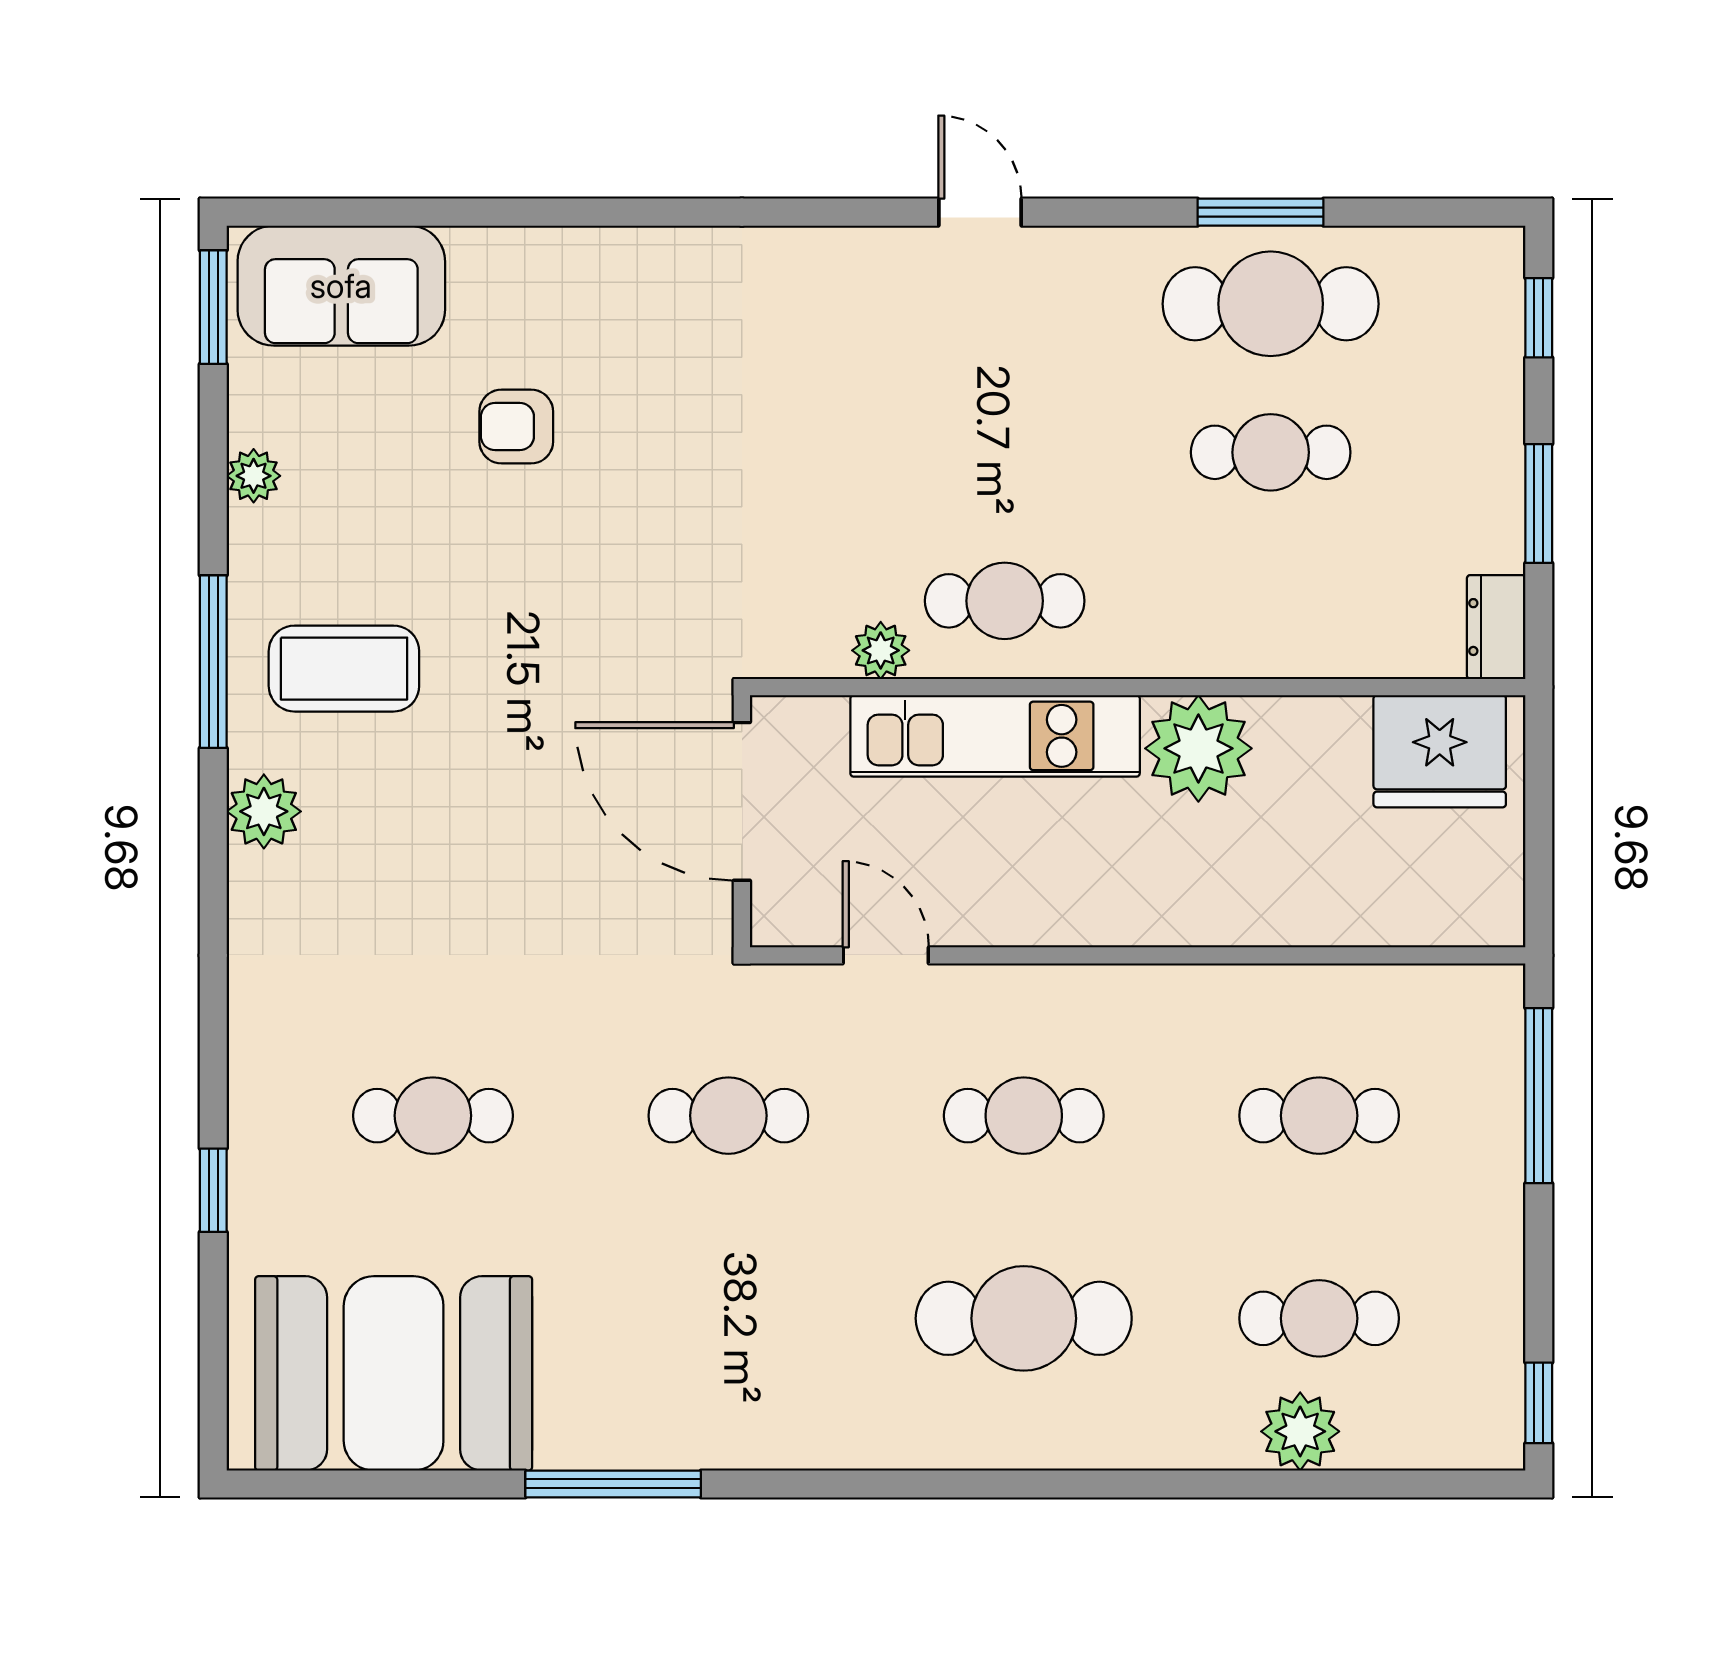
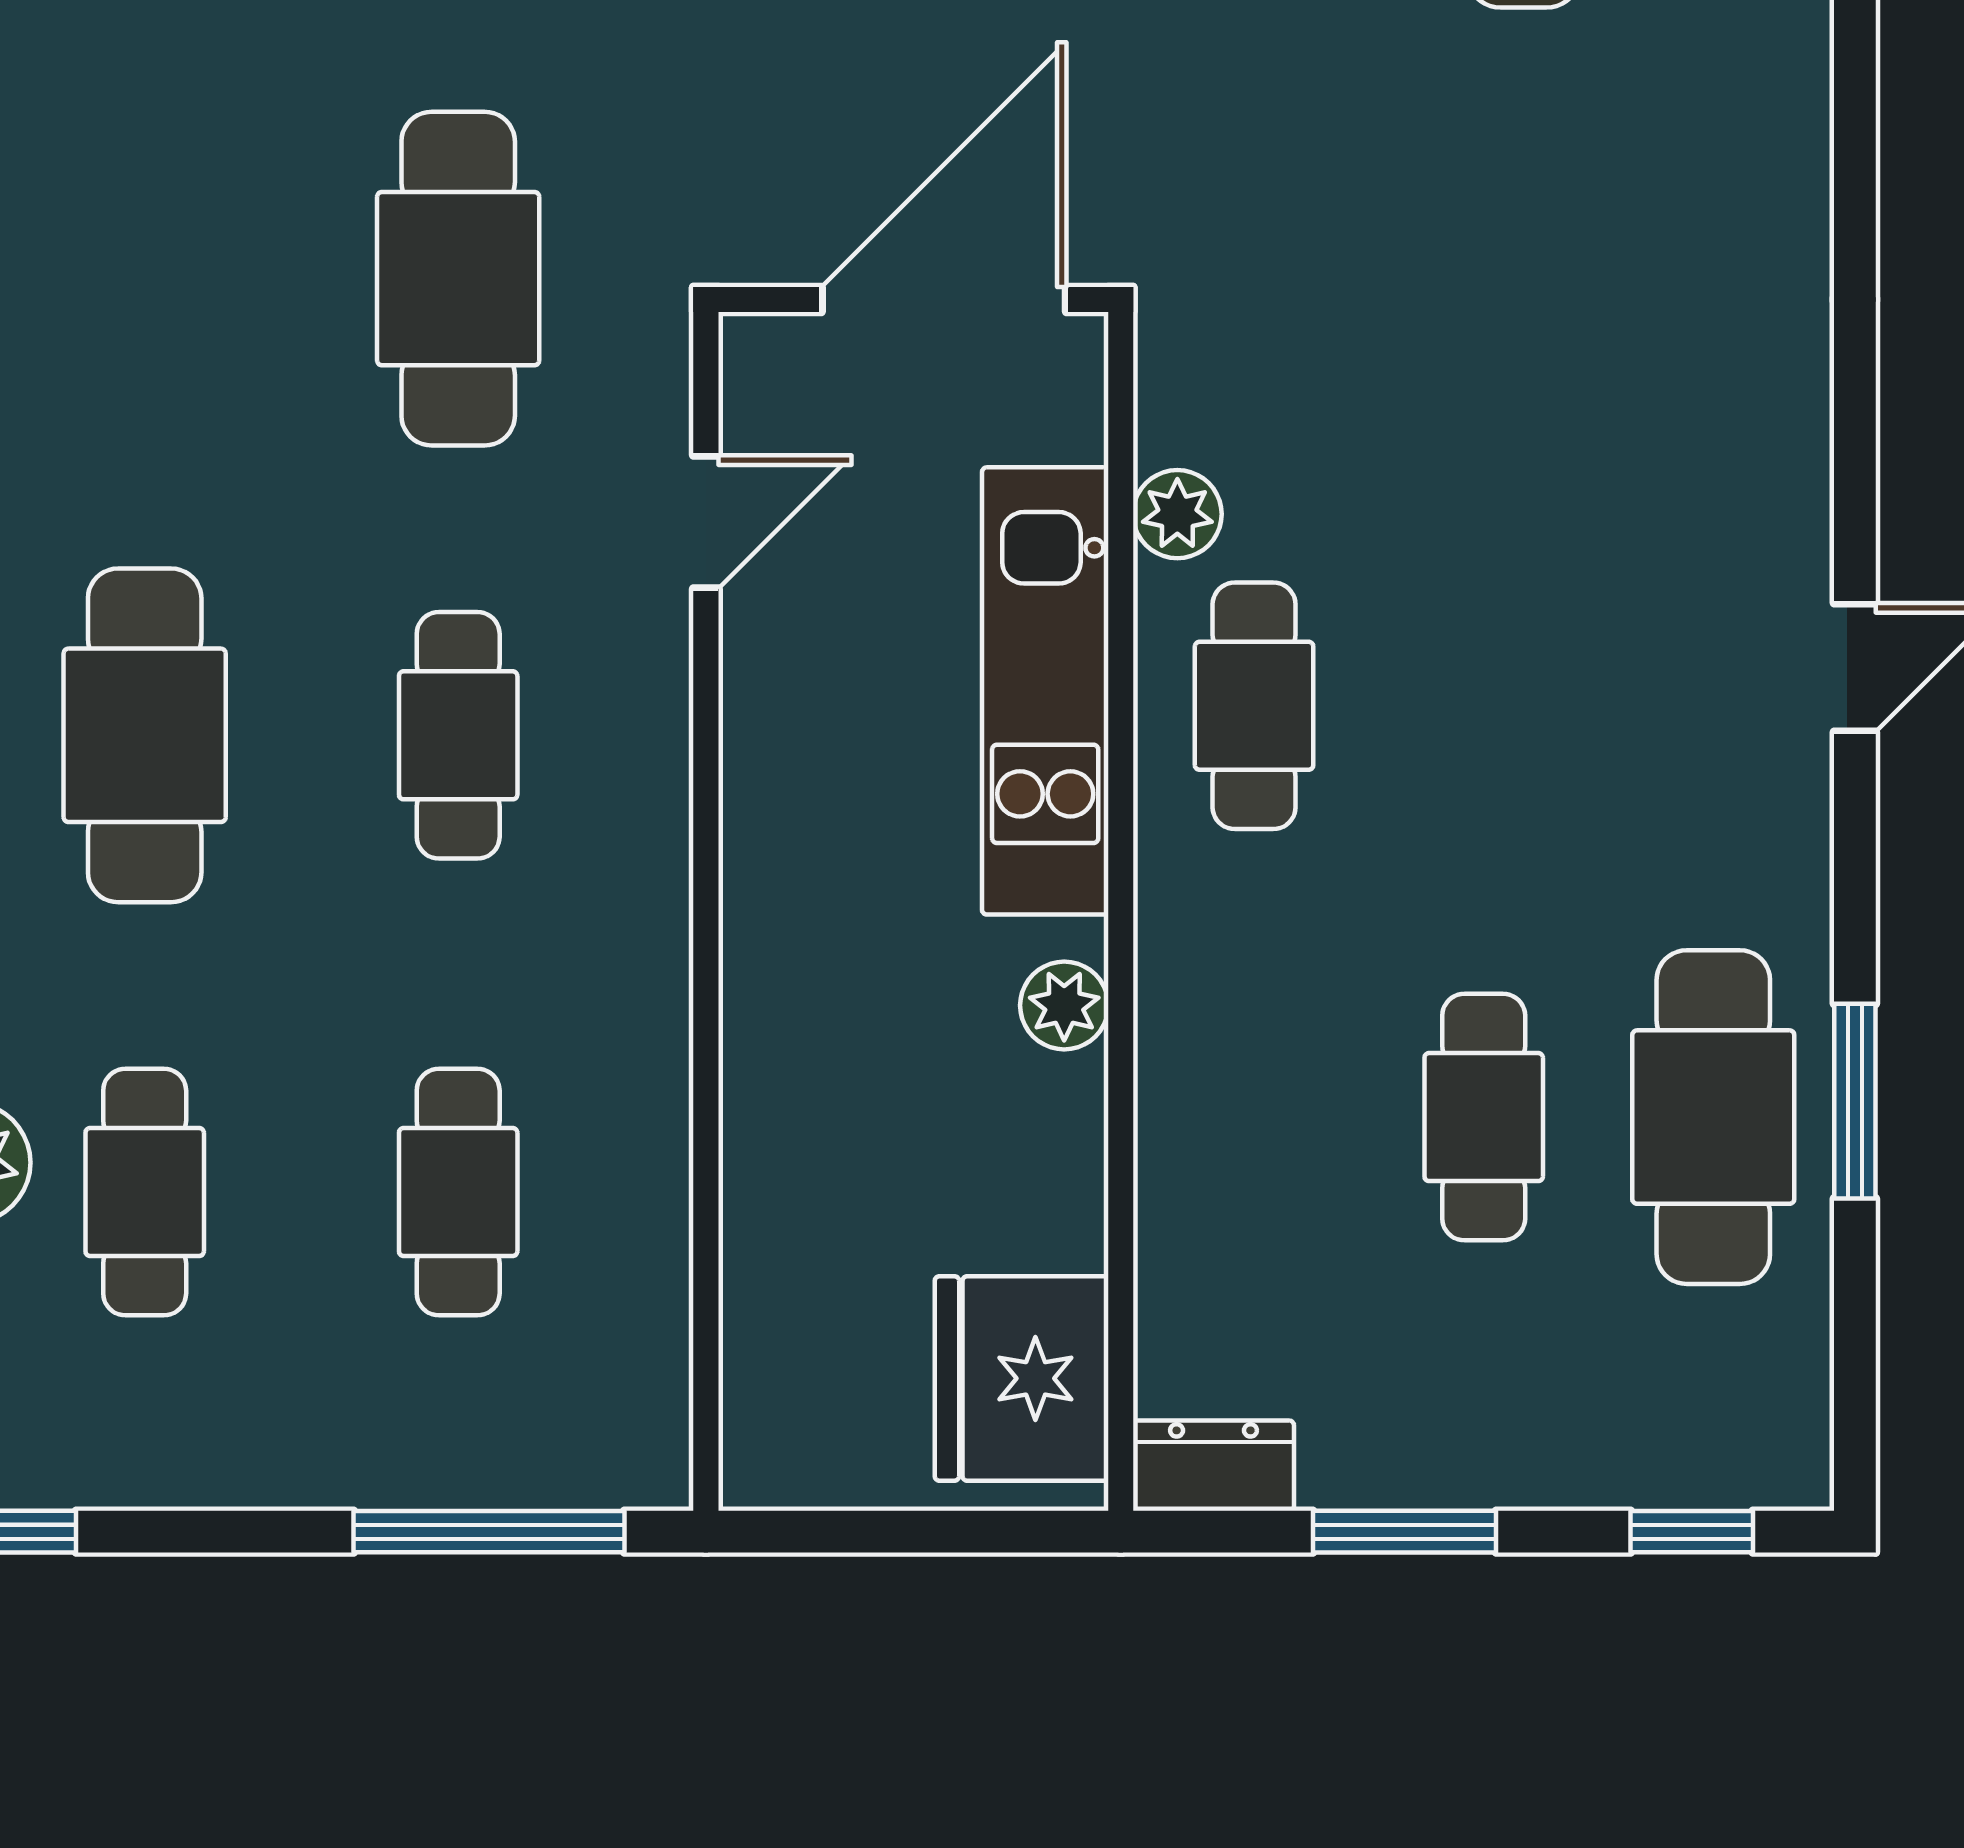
plant: (1198, 748) -> (1064, 1005), width x0.53, depth x0.53
cafe table: (728, 1116) -> (458, 279), width x1.37, depth x1.35

